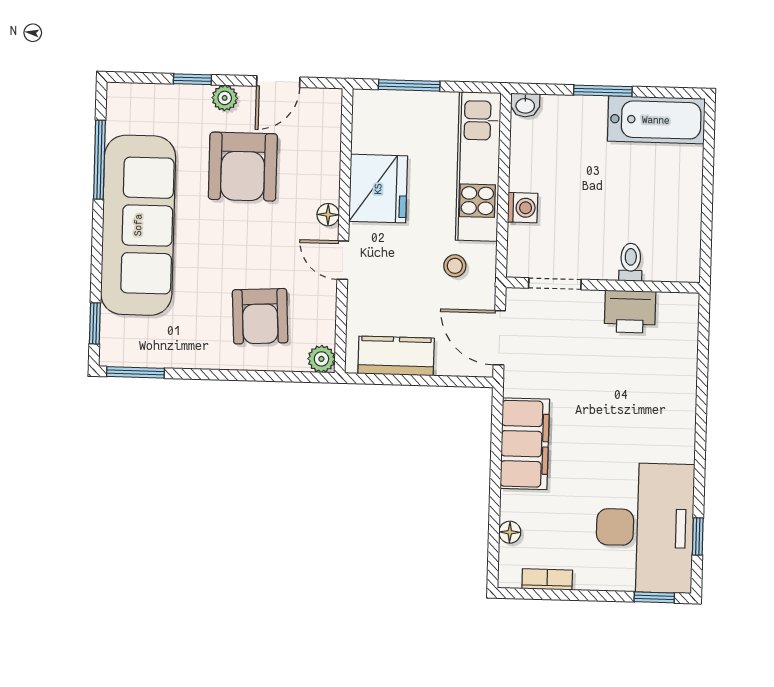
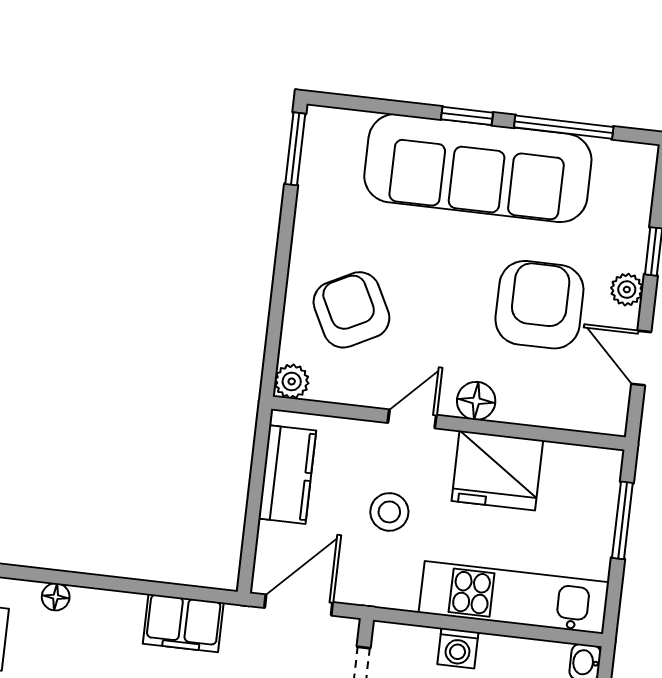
armchair: (243, 167) -> (539, 305), turned 90
floor lamp: (328, 215) -> (476, 401), width x1.37, depth x1.37
stool: (455, 266) -> (389, 512), moved, width x1.37, depth x1.37
armchair: (260, 316) -> (351, 310), turned 66
window: (95, 323) -> (467, 116), moved
filing cabinet: (525, 444) -> (183, 623), width x0.67, depth x0.86

